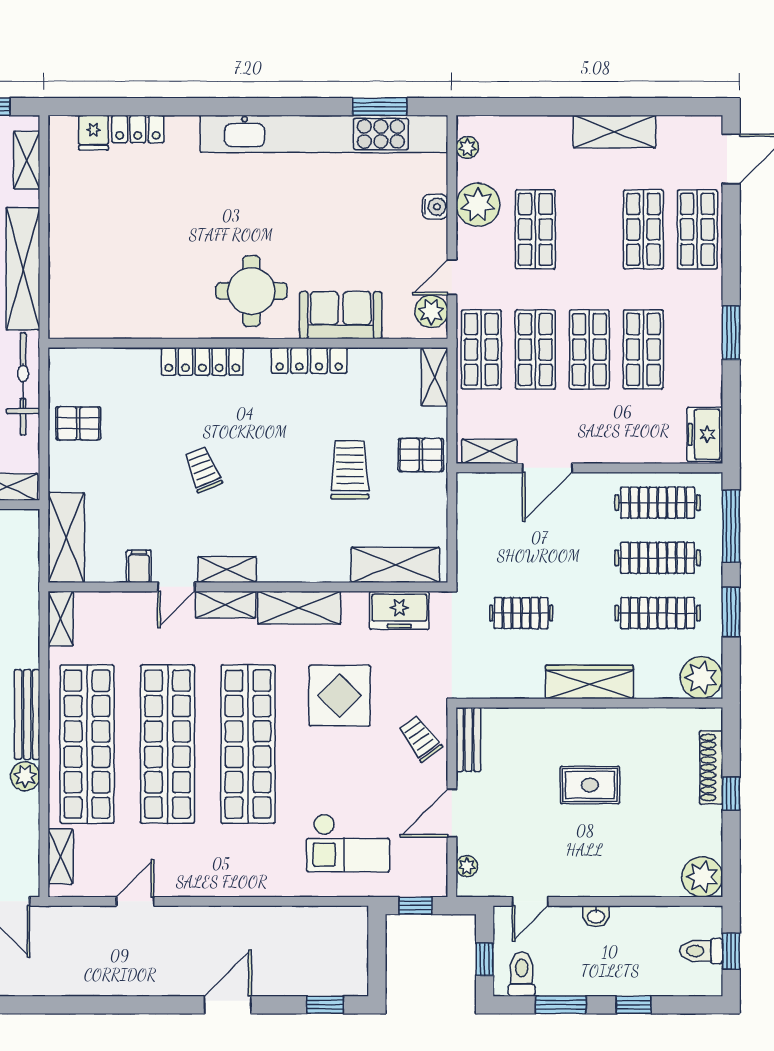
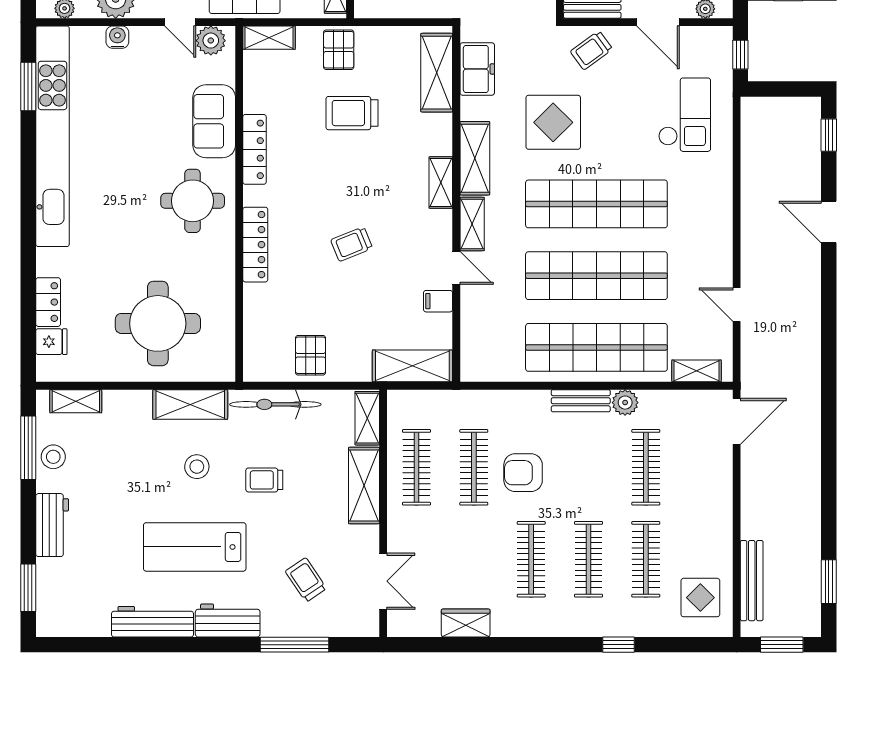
round table: (114, 252) -> (158, 323), added
shelving: (23, 269) -> (190, 404), width x0.68
shelving: (227, 570) -> (441, 183), moved
shelving: (61, 619) -> (485, 371), removed
bench: (27, 714) -> (581, 401), width x0.73

